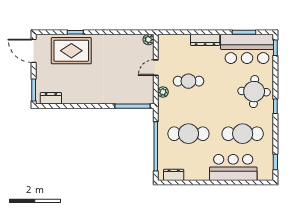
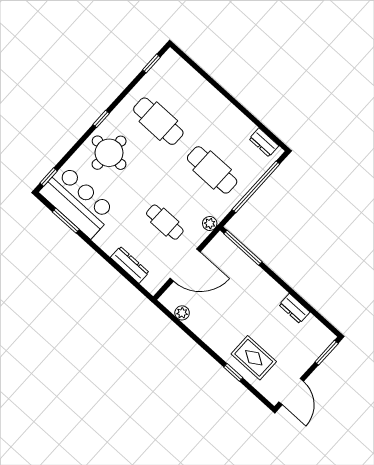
plant: (148, 40) -> (182, 313), moved
dresser: (205, 40) -> (130, 265), moved
rug: (71, 51) -> (254, 358), width x0.73, depth x0.70
door: (156, 68) -> (185, 265), width x1.88
plant: (163, 92) -> (210, 224), moved
dresser: (51, 98) -> (294, 308), moved
bar counter: (233, 167) -> (198, 96), removed

